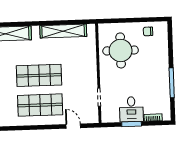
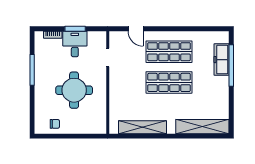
round table: (121, 50) -> (74, 90), moved

